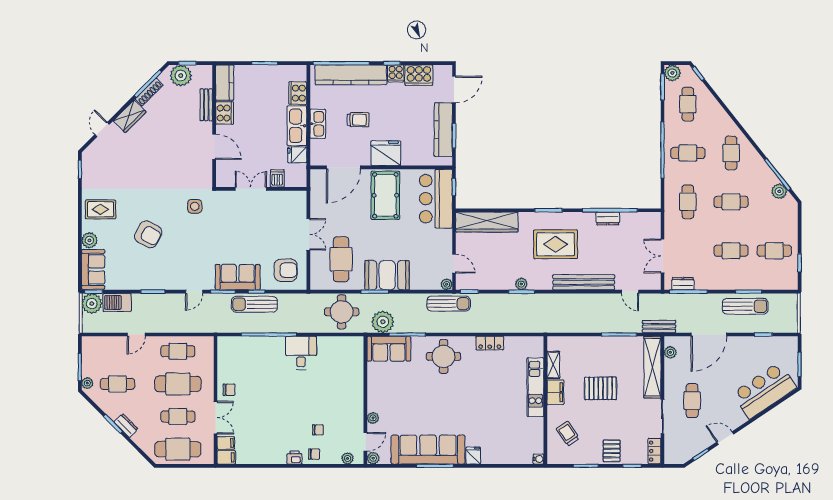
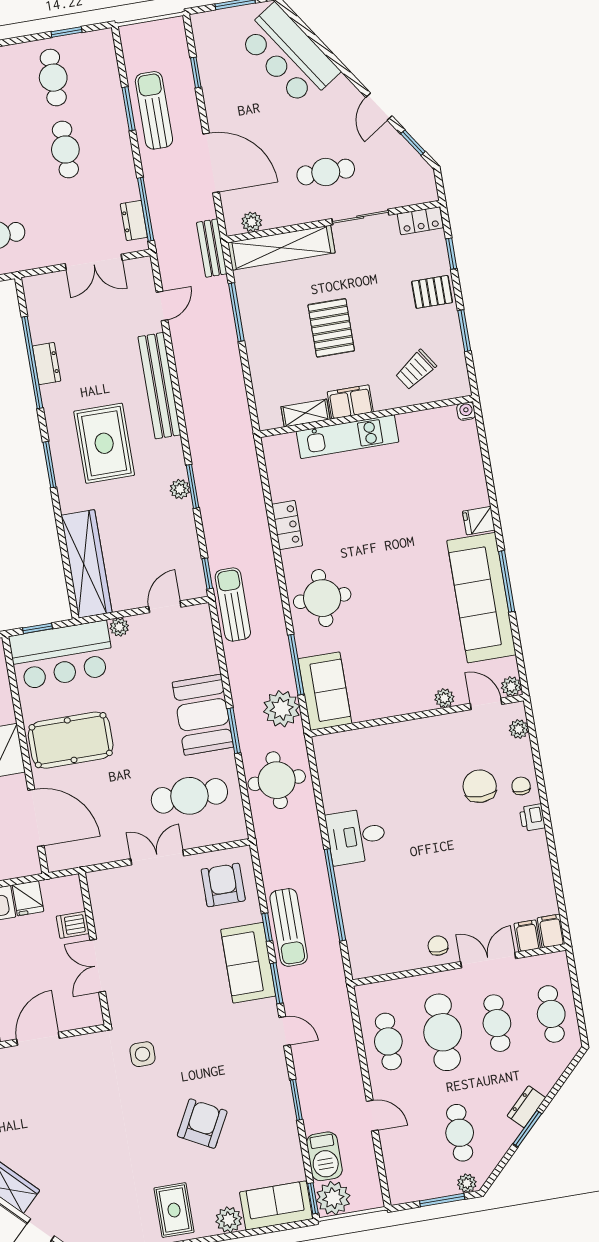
plant: (447, 284) -> (119, 627), moved
chair: (318, 430) -> (480, 786), width x1.87, depth x1.87
cafe table: (178, 449) -> (551, 1014), width x0.73, depth x0.74

